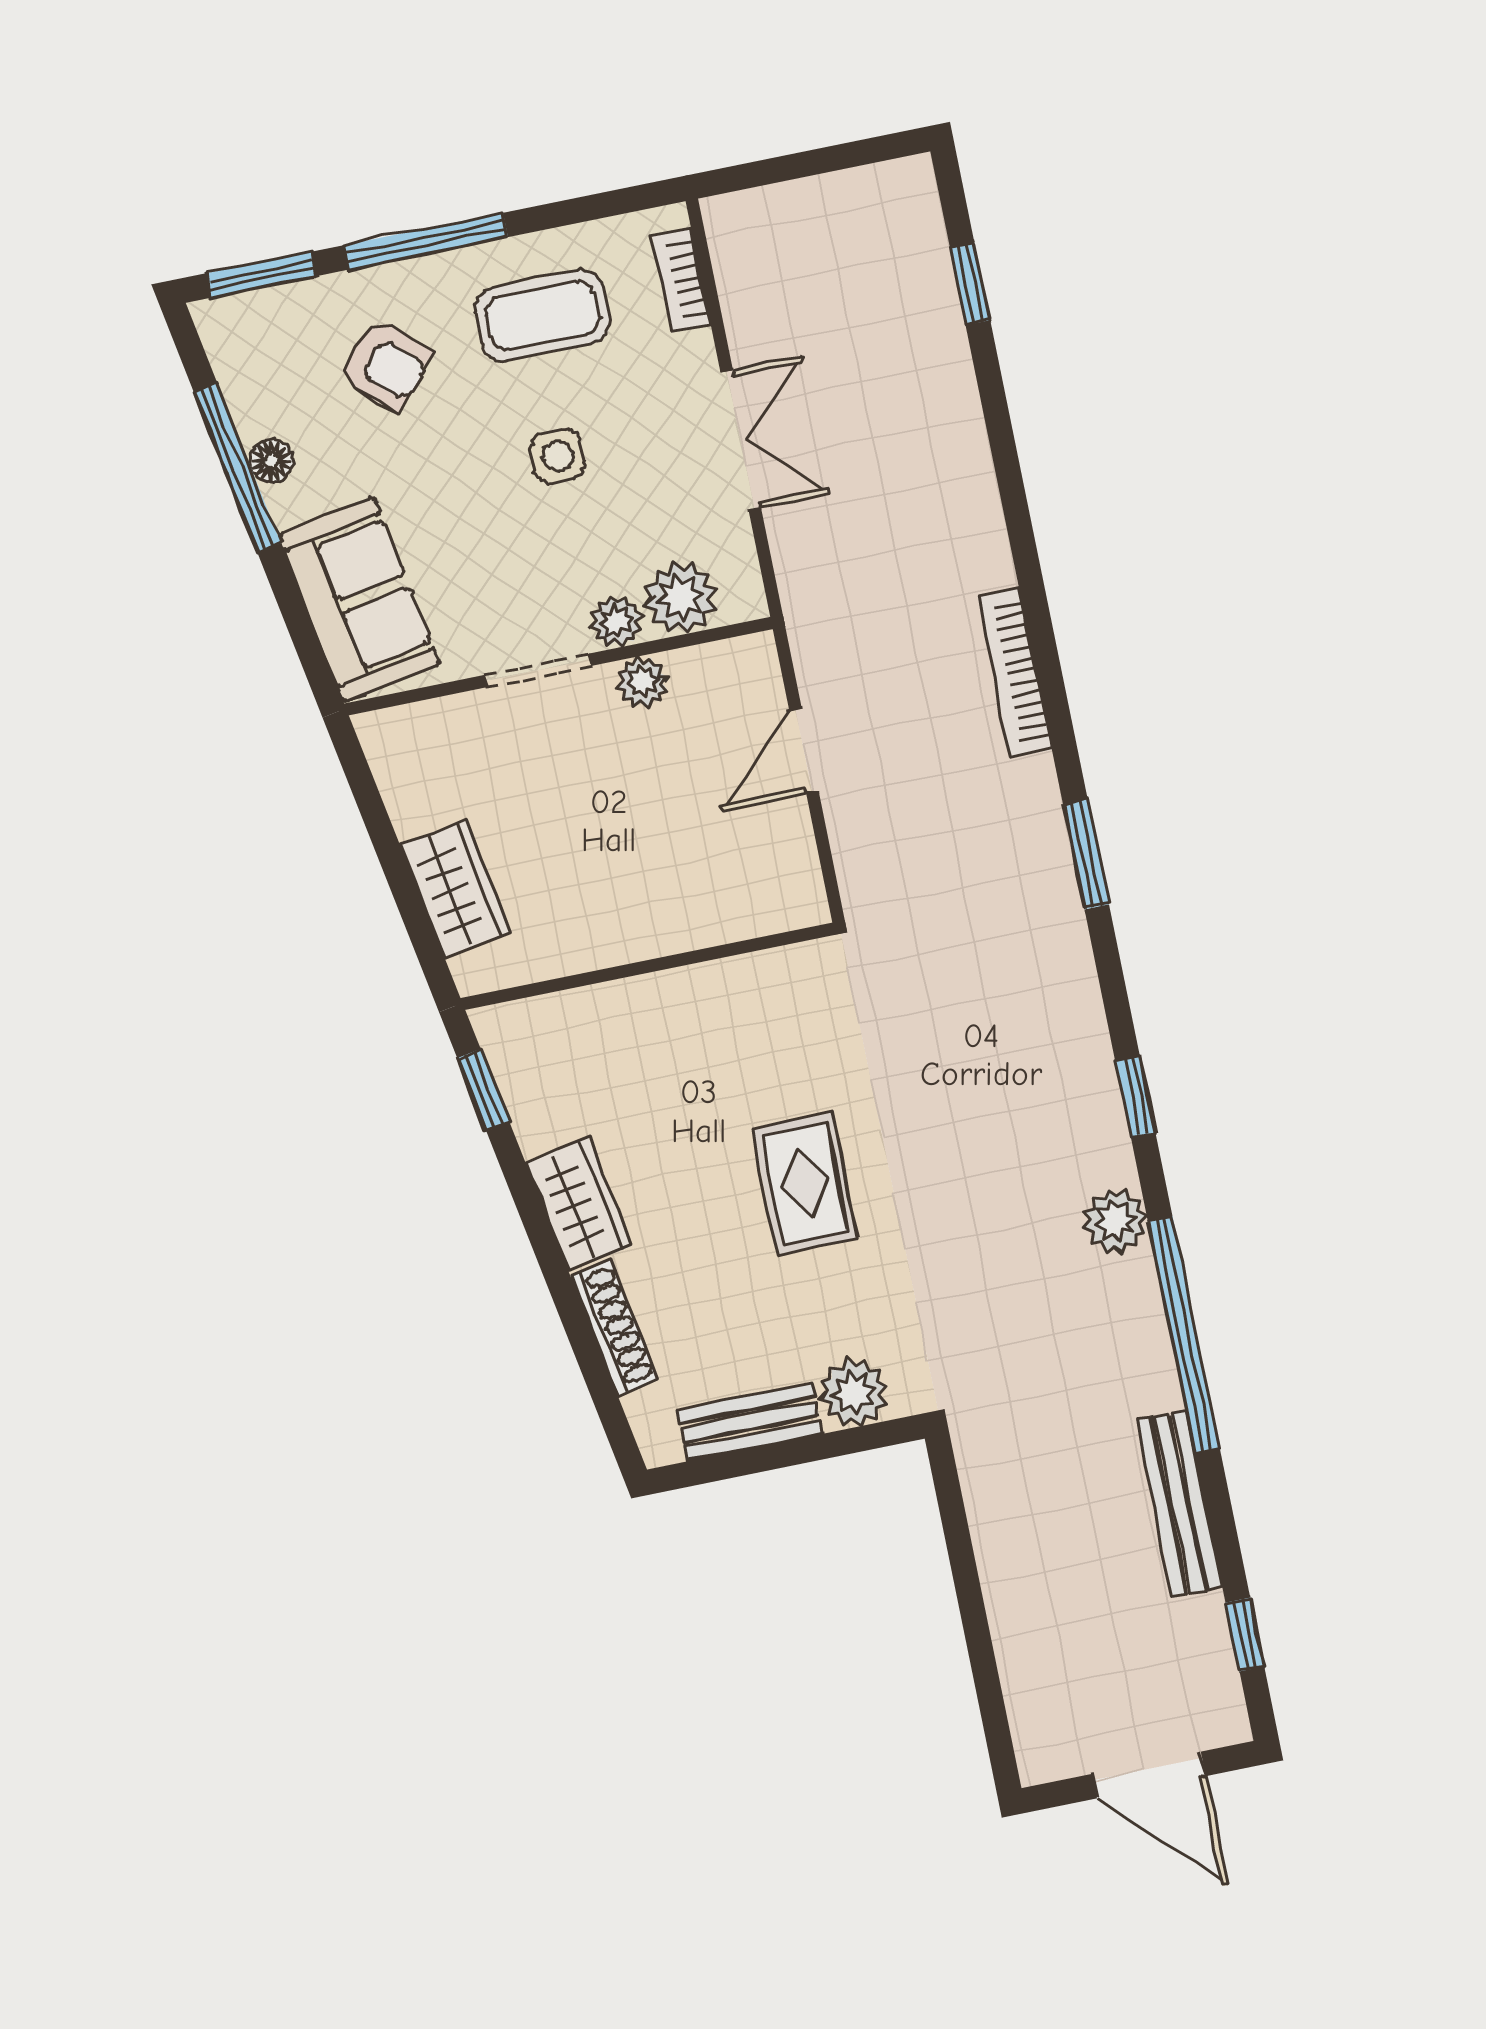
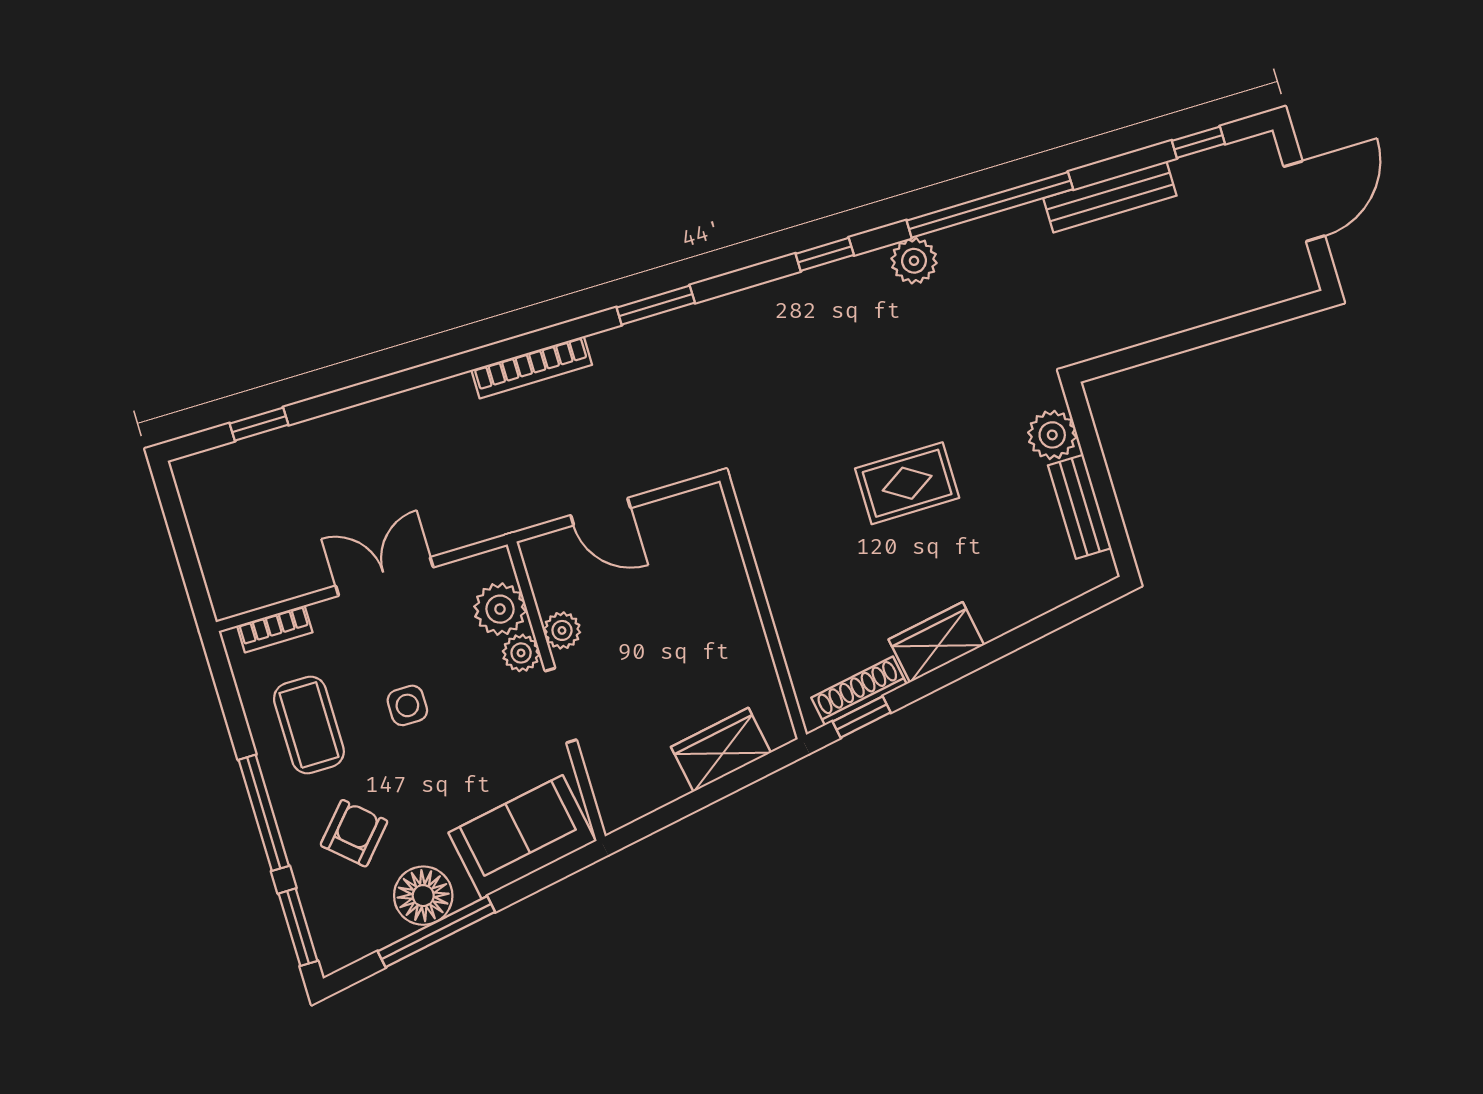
floor lamp: (271, 461) -> (423, 896), width x1.89, depth x1.89
shoe rack: (614, 1328) -> (859, 691), moved

